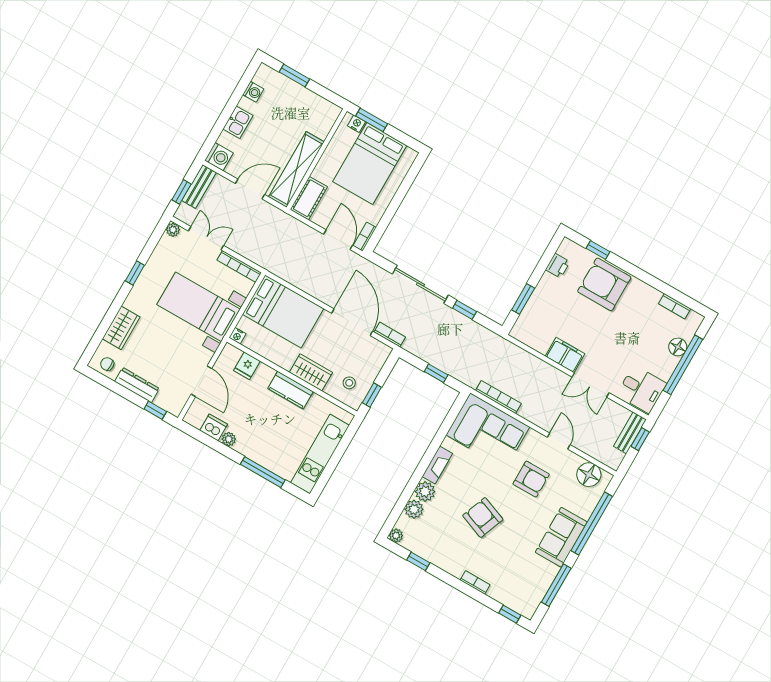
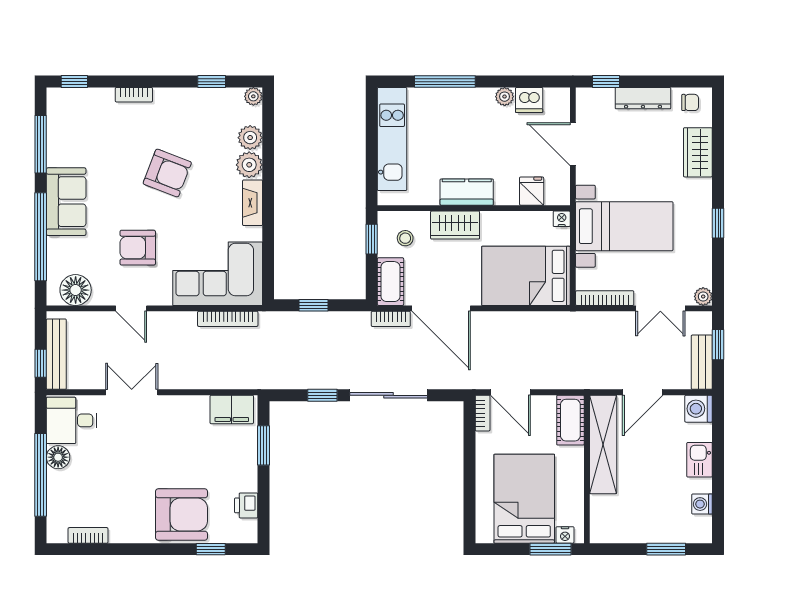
floor lamp: (678, 347) -> (58, 457), moved
filing cabinet: (565, 355) -> (232, 409), moved
cot: (376, 359) -> (390, 282), added
bench: (630, 433) -> (56, 354), width x1.36

